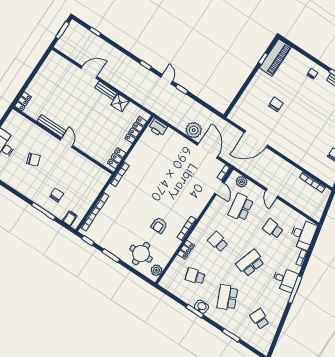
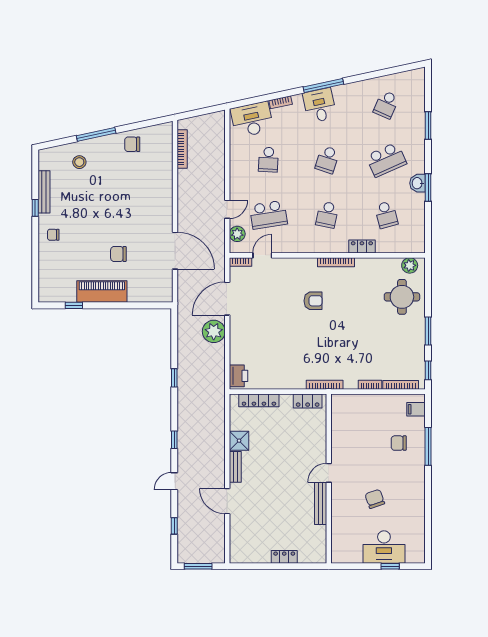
piano: (275, 57) -> (102, 292), moved
door: (167, 79) -> (174, 481), moved
locker: (23, 101) -> (284, 557), moved
door: (272, 193) -> (227, 209), moved
armchair: (159, 225) -> (313, 301), moved
school desk: (250, 263) -> (327, 160), width x0.54

